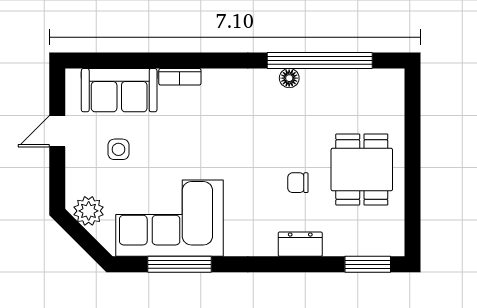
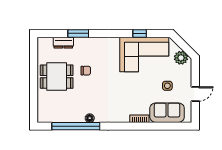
dining table: (362, 170) -> (57, 77), turned 90
dresser: (300, 244) -> (63, 43), moved
window: (179, 264) -> (140, 33), width x0.46
window: (368, 264) -> (78, 33), moved

